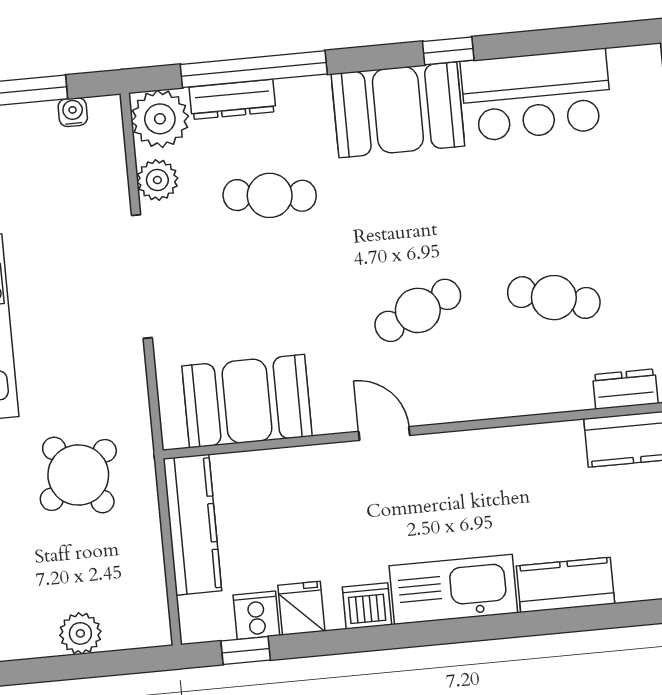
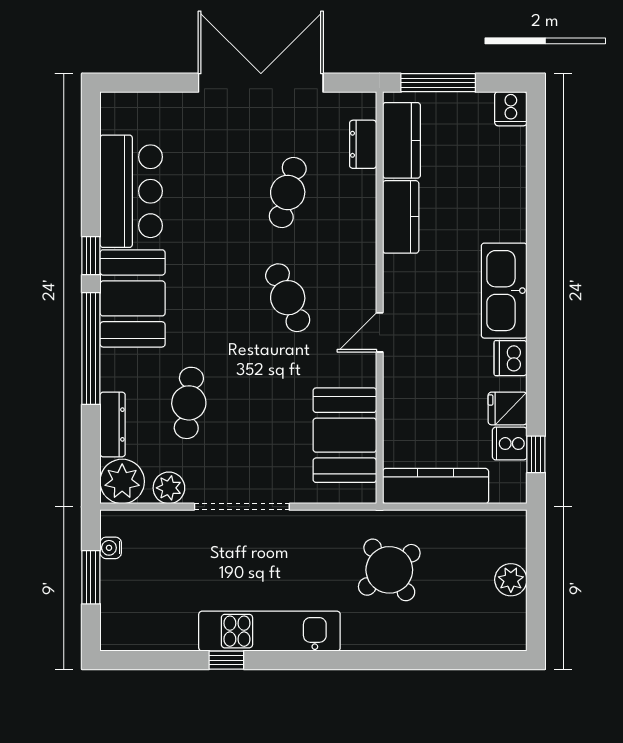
window: (254, 69) -> (91, 349), moved
kitchen counter: (566, 585) -> (401, 217), moved, turned 180

